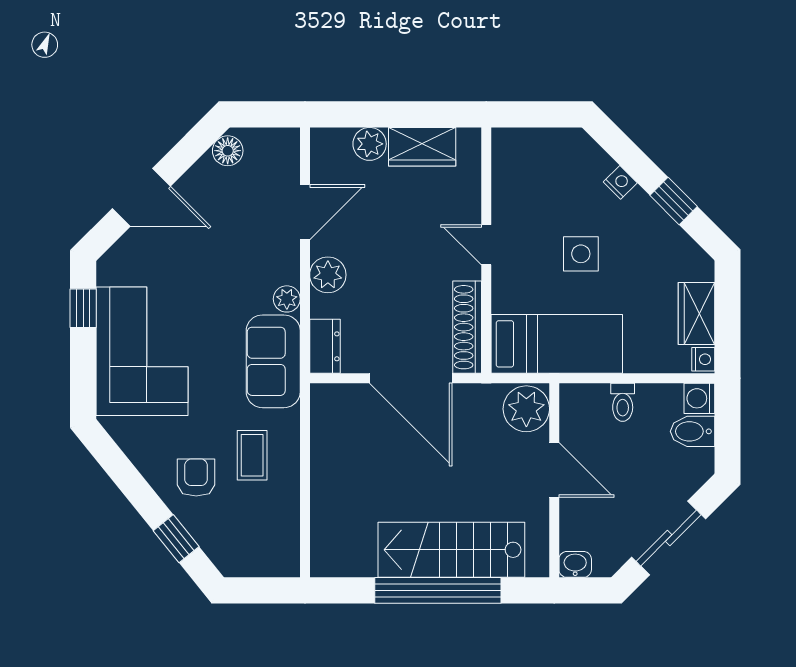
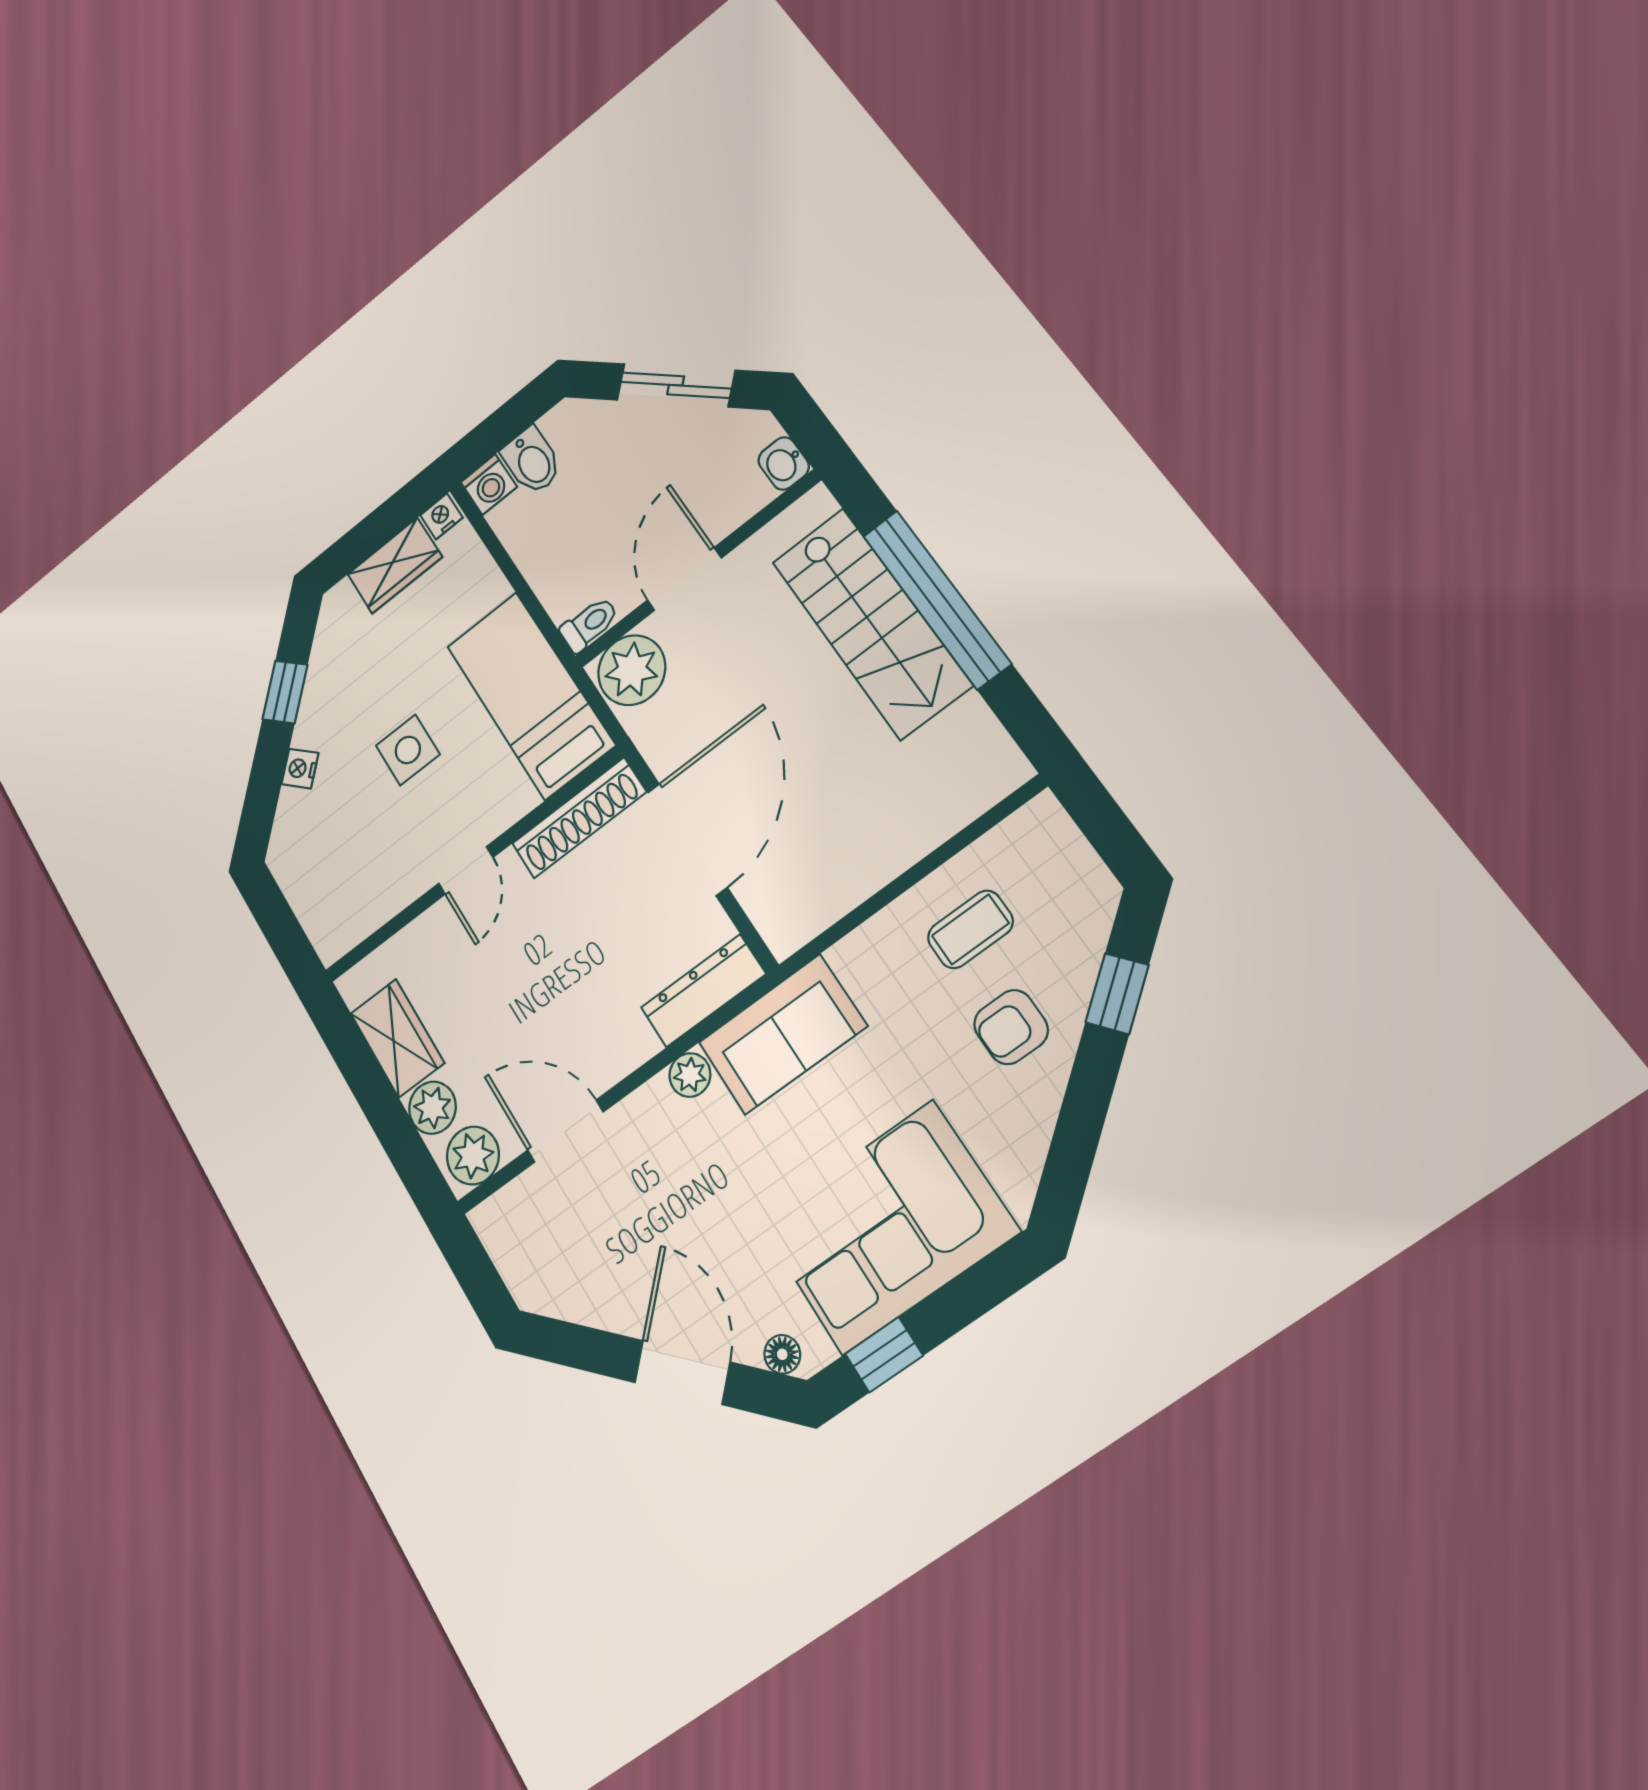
floor lamp: (228, 151) -> (782, 1354), moved, width x0.73, depth x0.73
plant: (328, 275) -> (473, 1156), moved
dresser: (325, 346) -> (703, 991), width x1.44
toilet: (623, 402) -> (589, 624), moved
coffee table: (252, 455) -> (970, 929), moved

